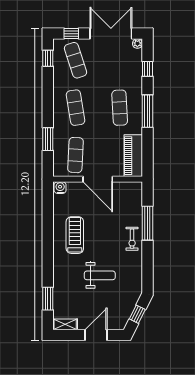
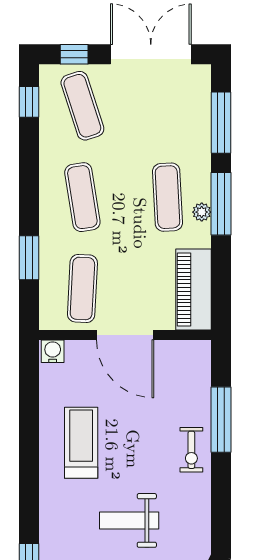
plant: (137, 44) -> (202, 212), moved
window: (147, 69) -> (221, 123), width x2.17
weight bench: (100, 275) -> (129, 520), turned 180

